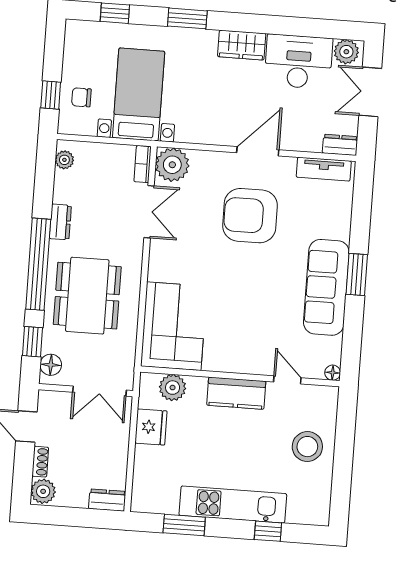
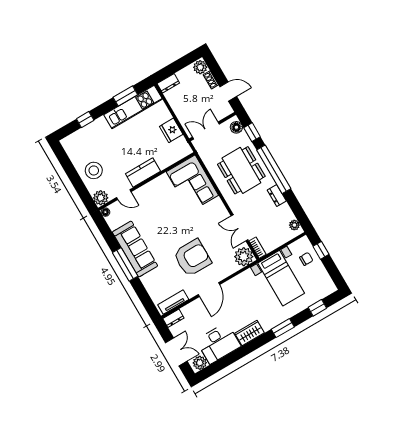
window: (357, 275) -> (125, 264), width x1.44
plant: (173, 388) -> (101, 198), moved
kitchen unit: (233, 505) -> (133, 107), moved

